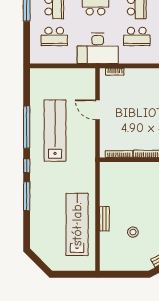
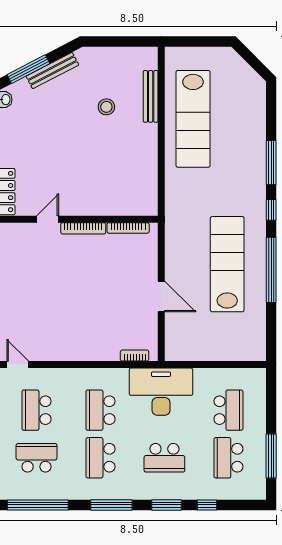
school desk: (54, 36) -> (228, 410), turned 90
school desk: (137, 36) -> (100, 410), turned -90
lab bench: (55, 131) -> (227, 264), turned 180
bench: (104, 219) -> (151, 96), moved, width x1.36

